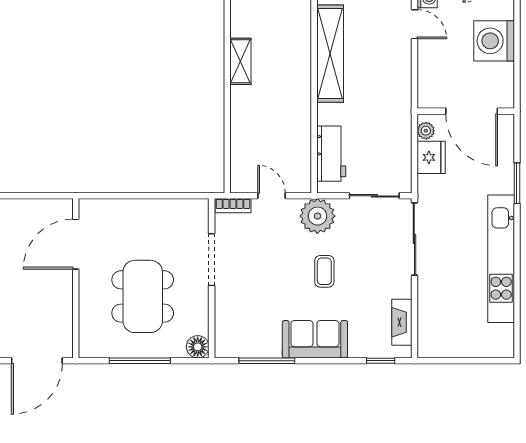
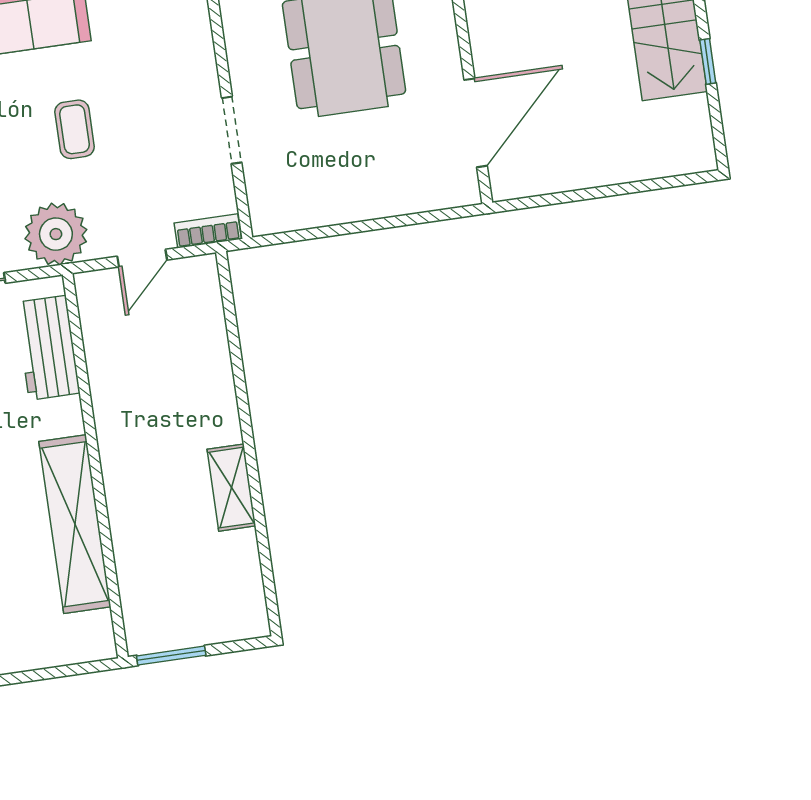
door: (272, 196) -> (142, 258), hinge flipped
doorway: (212, 260) -> (232, 130), width x0.73
coffee table: (324, 271) -> (75, 129), moved

